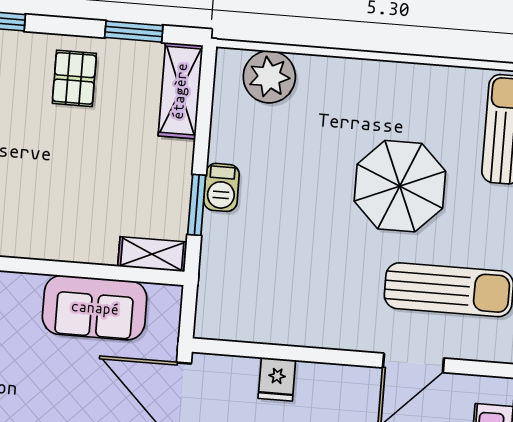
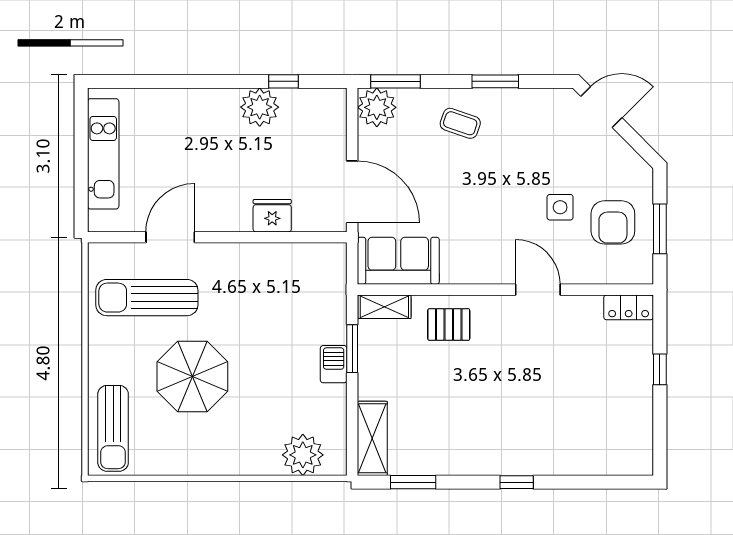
pallet: (74, 78) -> (449, 325), moved, turned 90
sofa: (95, 308) -> (398, 261), moved
fridge: (277, 379) -> (272, 216), width x1.38

